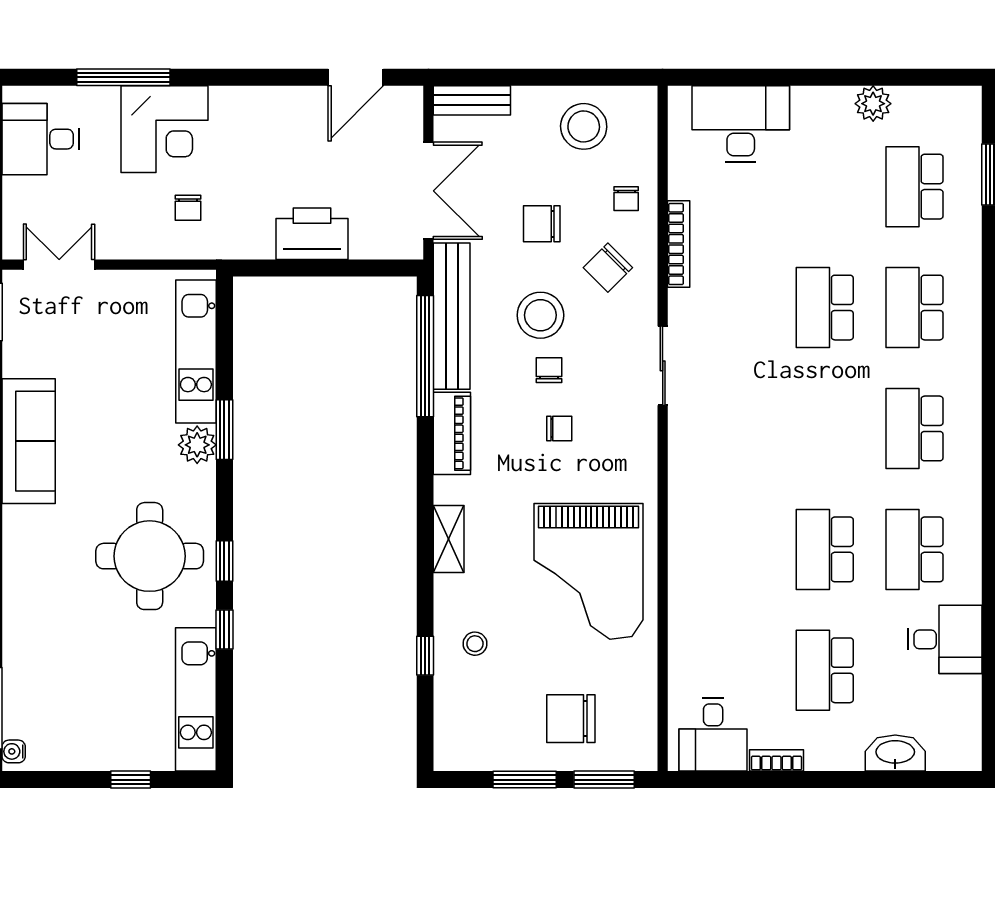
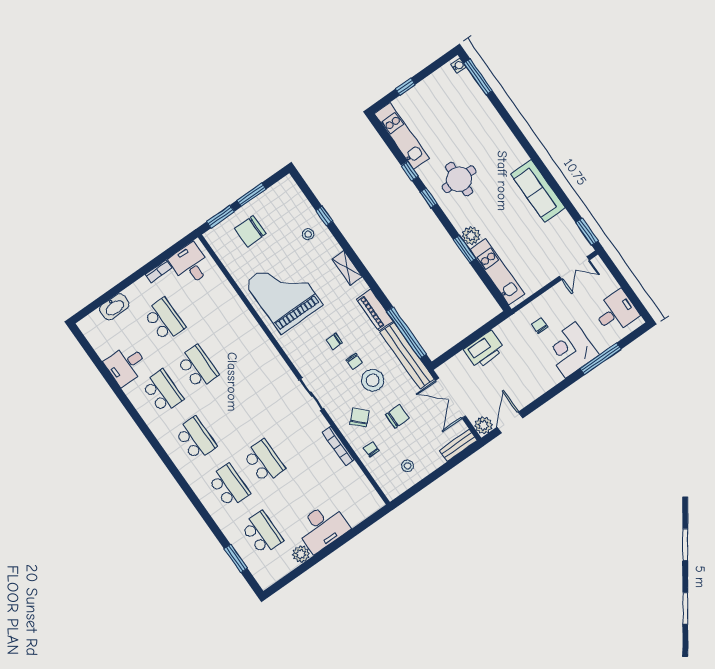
plant: (405, 104) -> (483, 425), added
desk: (741, 124) -> (322, 527), moved
stool: (584, 126) -> (408, 466), width x0.53, depth x0.53
round table: (150, 556) -> (459, 179), width x0.73, depth x0.73
chair: (571, 719) -> (250, 231), turned 180

